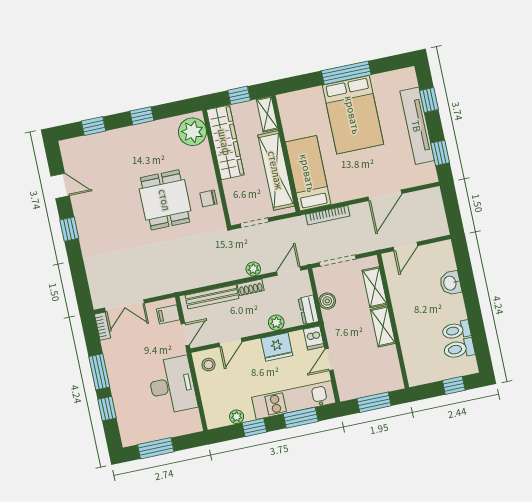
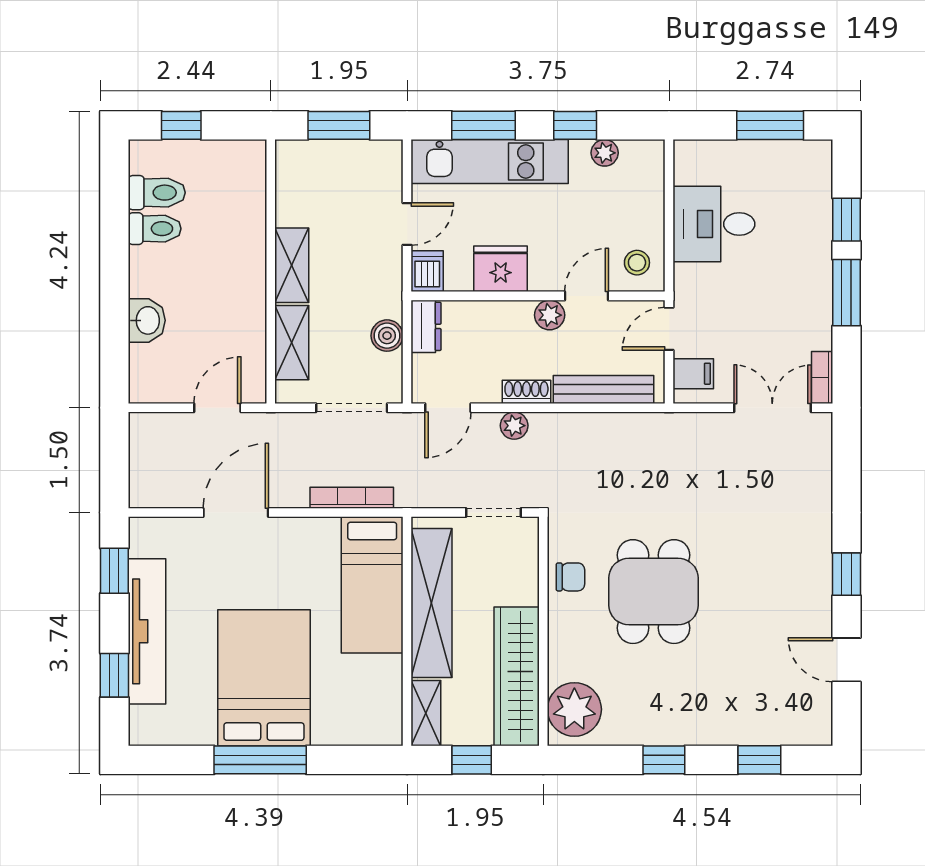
plant: (276, 323) -> (550, 315), moved
desk: (172, 385) -> (714, 224), width x0.73

